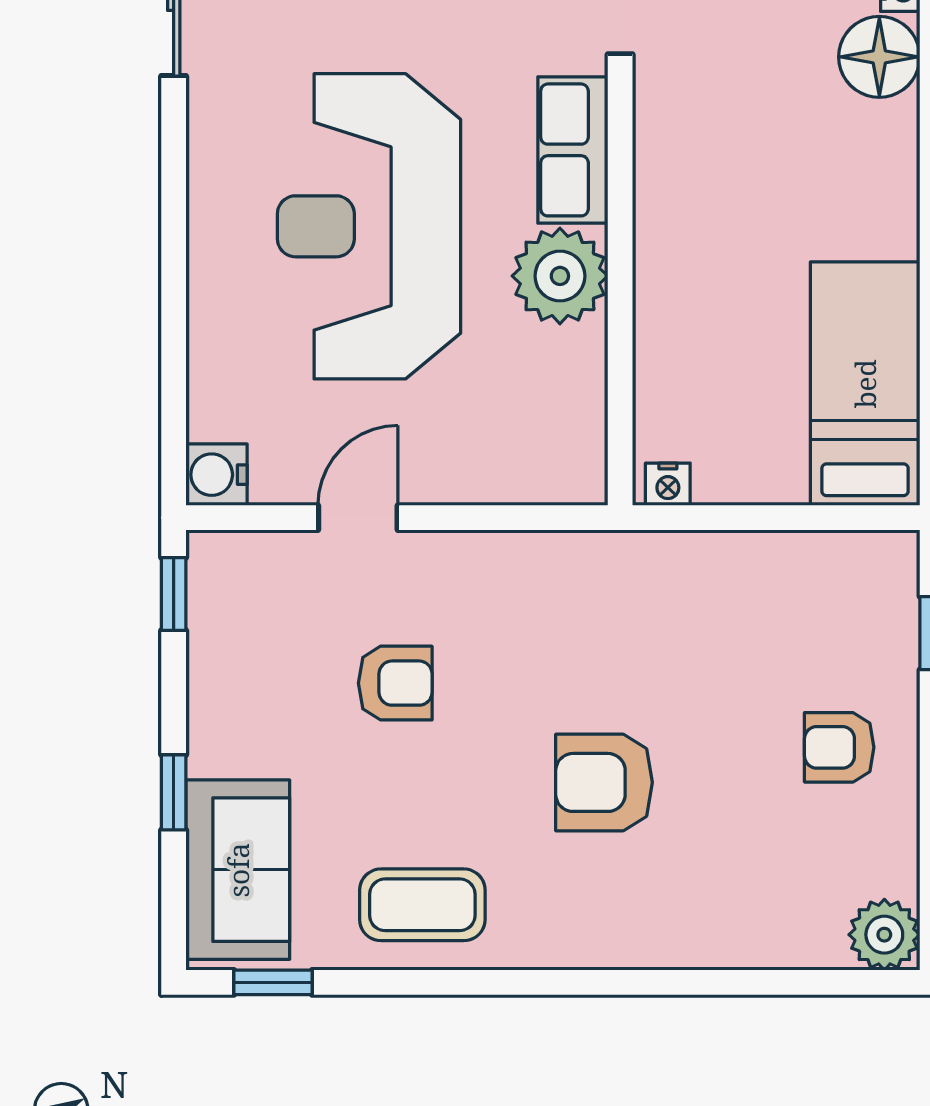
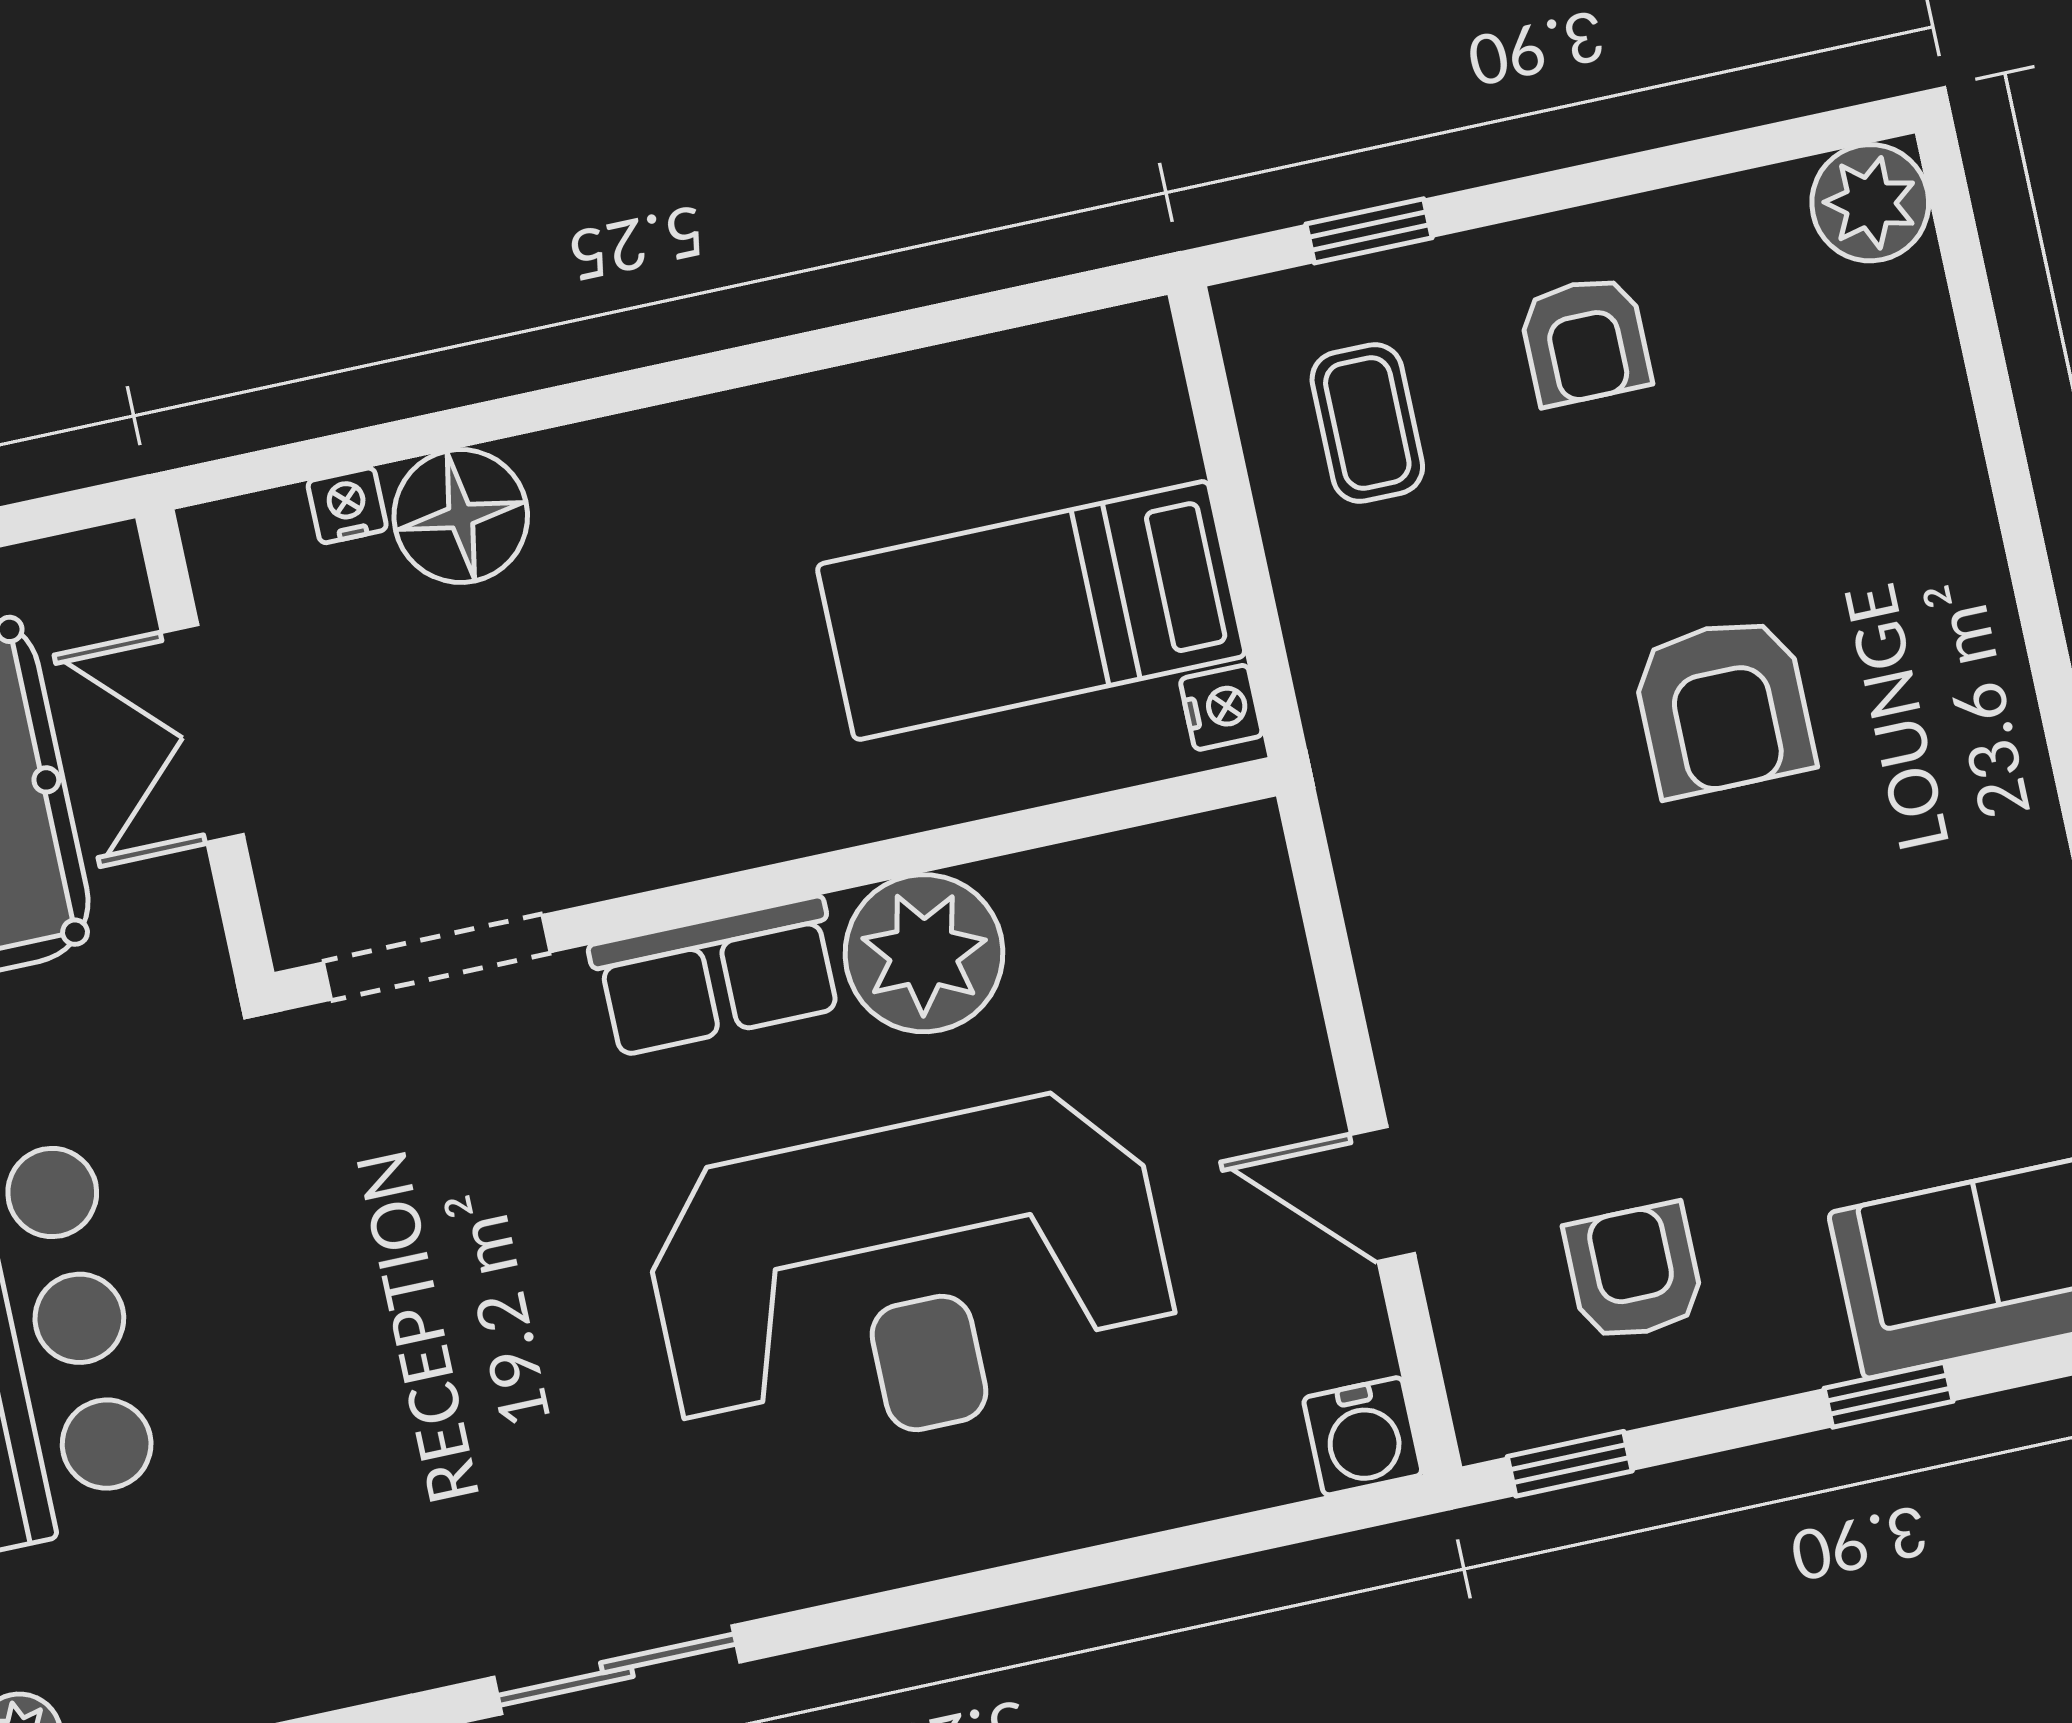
bed: (865, 384) -> (1031, 610), moved
armchair: (395, 683) -> (1634, 1272), moved
coffee table: (422, 905) -> (1367, 423), moved, width x0.73, depth x0.77

